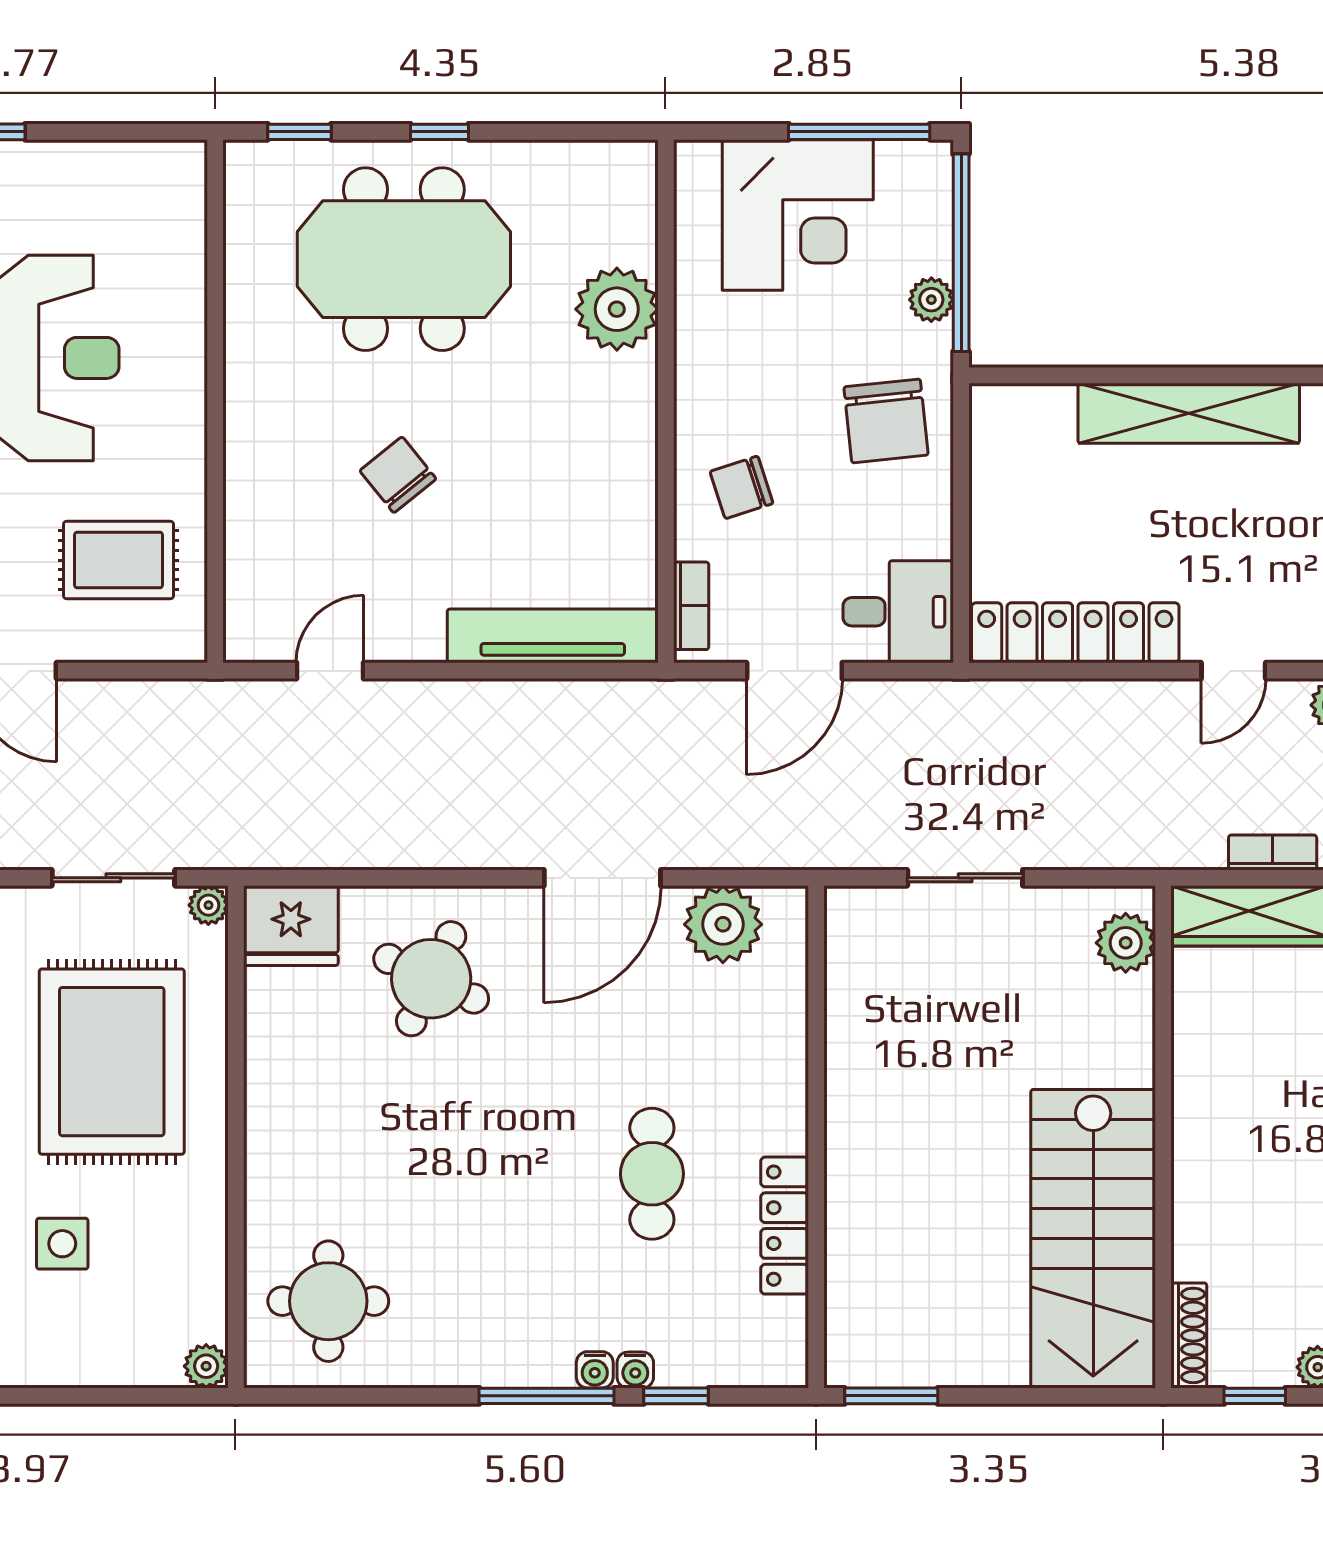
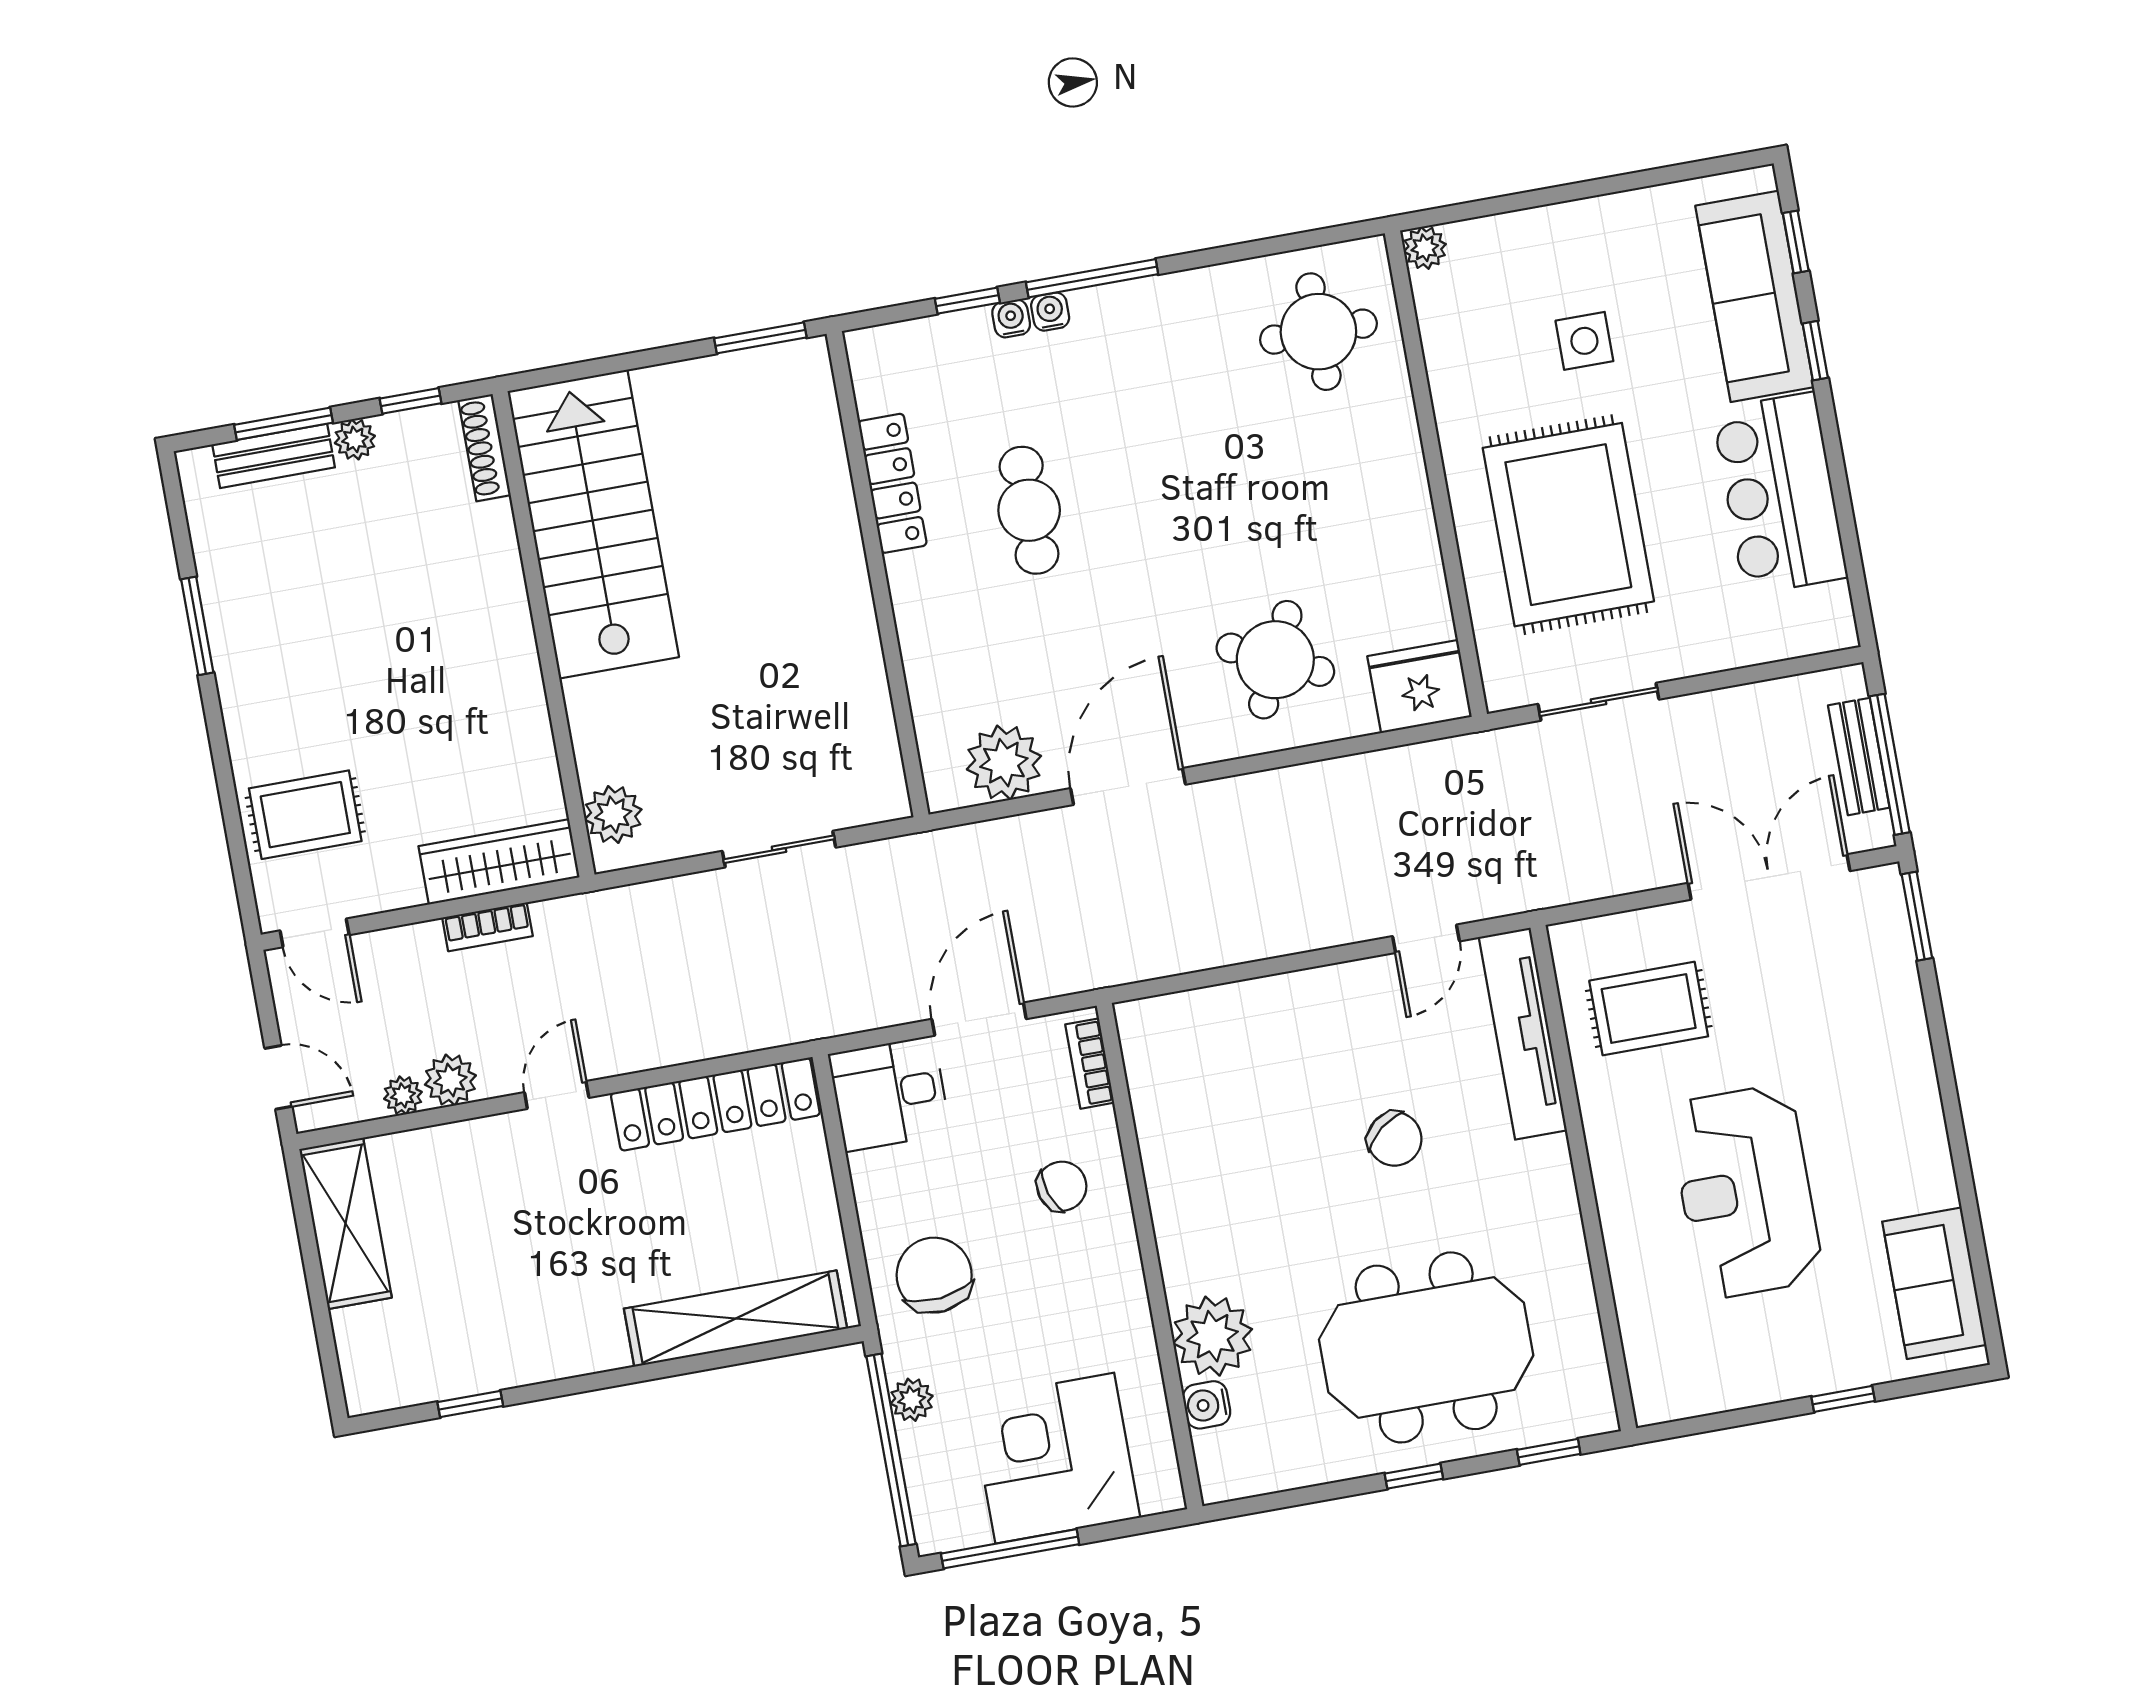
water cooler: (635, 241) -> (1207, 1405), added
shelving: (1189, 413) -> (736, 1319), moved
tv unit: (553, 636) -> (1523, 1034), moved, turned 90
plant: (208, 905) -> (1502, 692), removed

